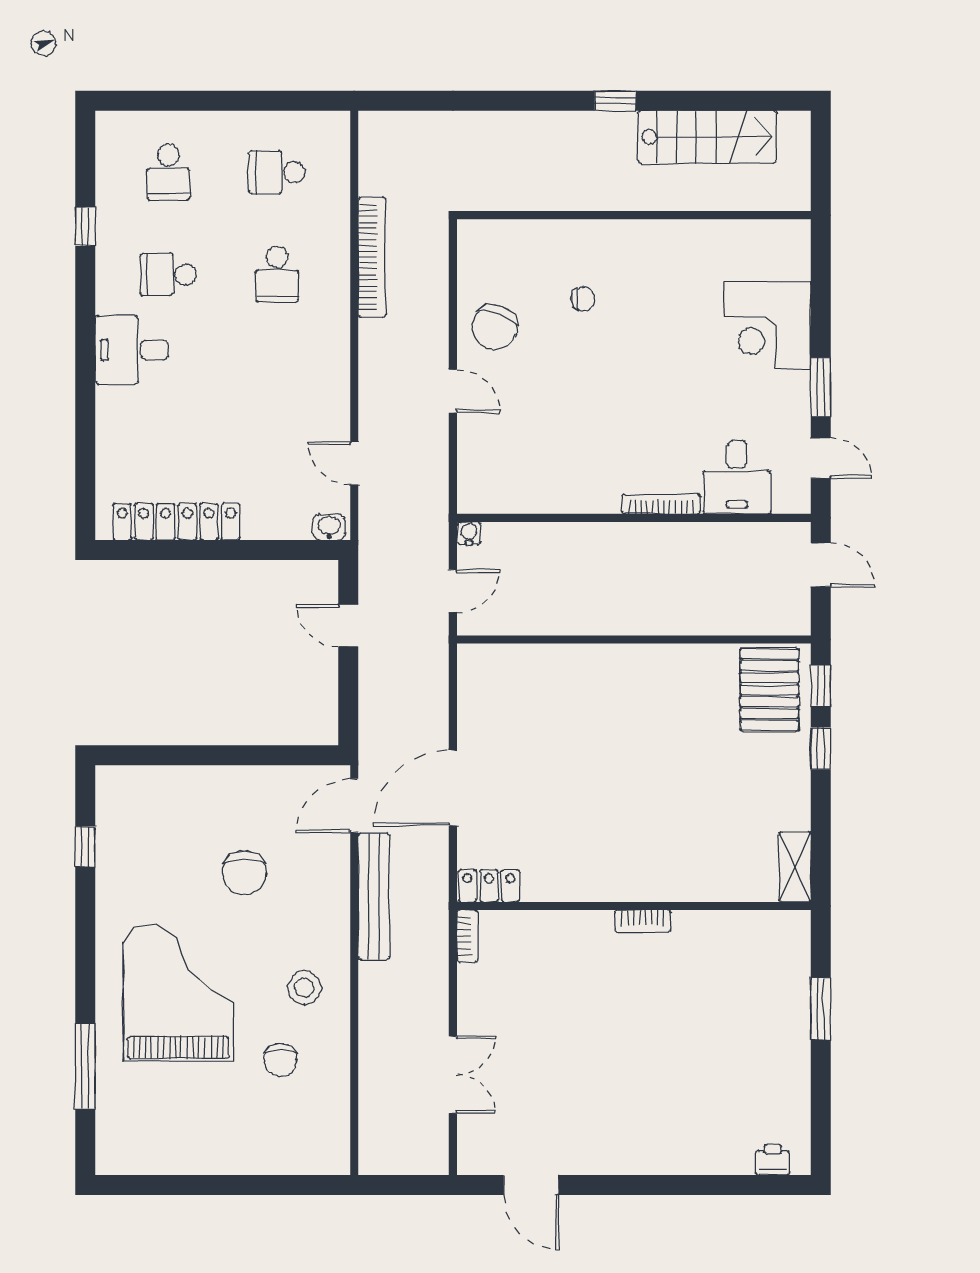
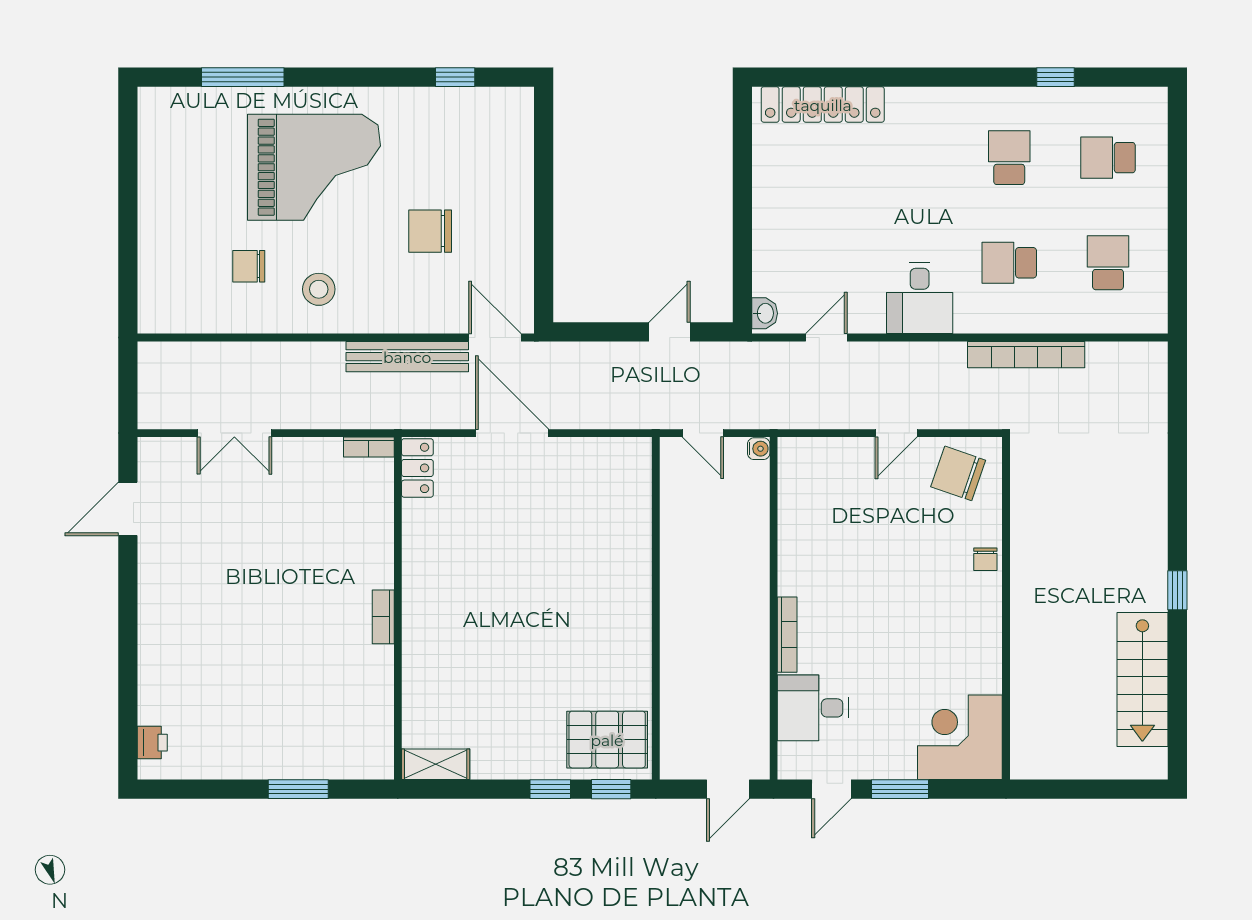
wall: (634, 215) -> (1006, 608), moved
desk: (132, 350) -> (920, 298), moved, turned 180
locker: (176, 522) -> (823, 105), moved, turned 90

